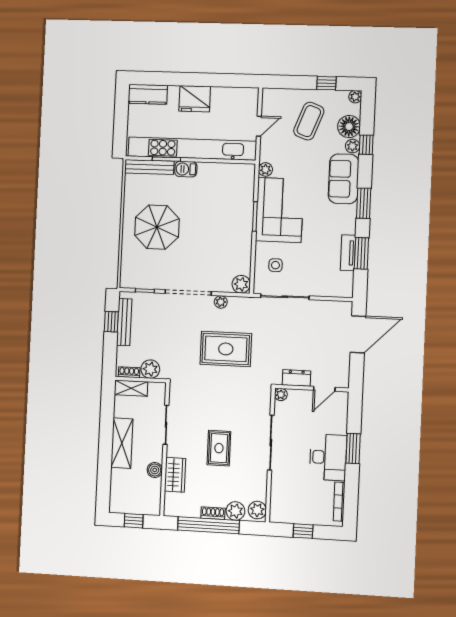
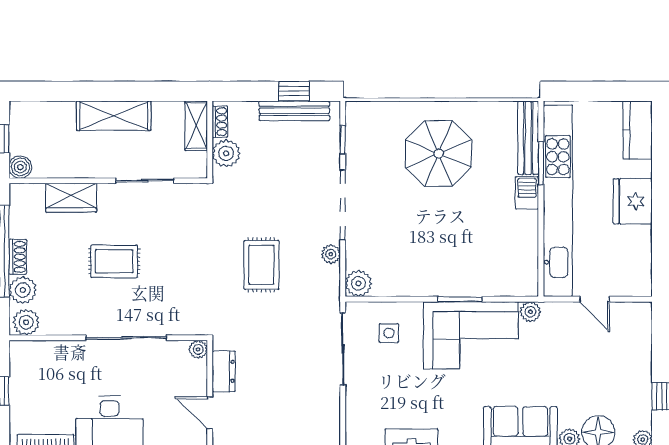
coffee table: (309, 121) -> (604, 373), removed
rug: (226, 349) -> (261, 265), width x0.73, depth x0.70
boiler: (155, 470) -> (20, 167), moved

